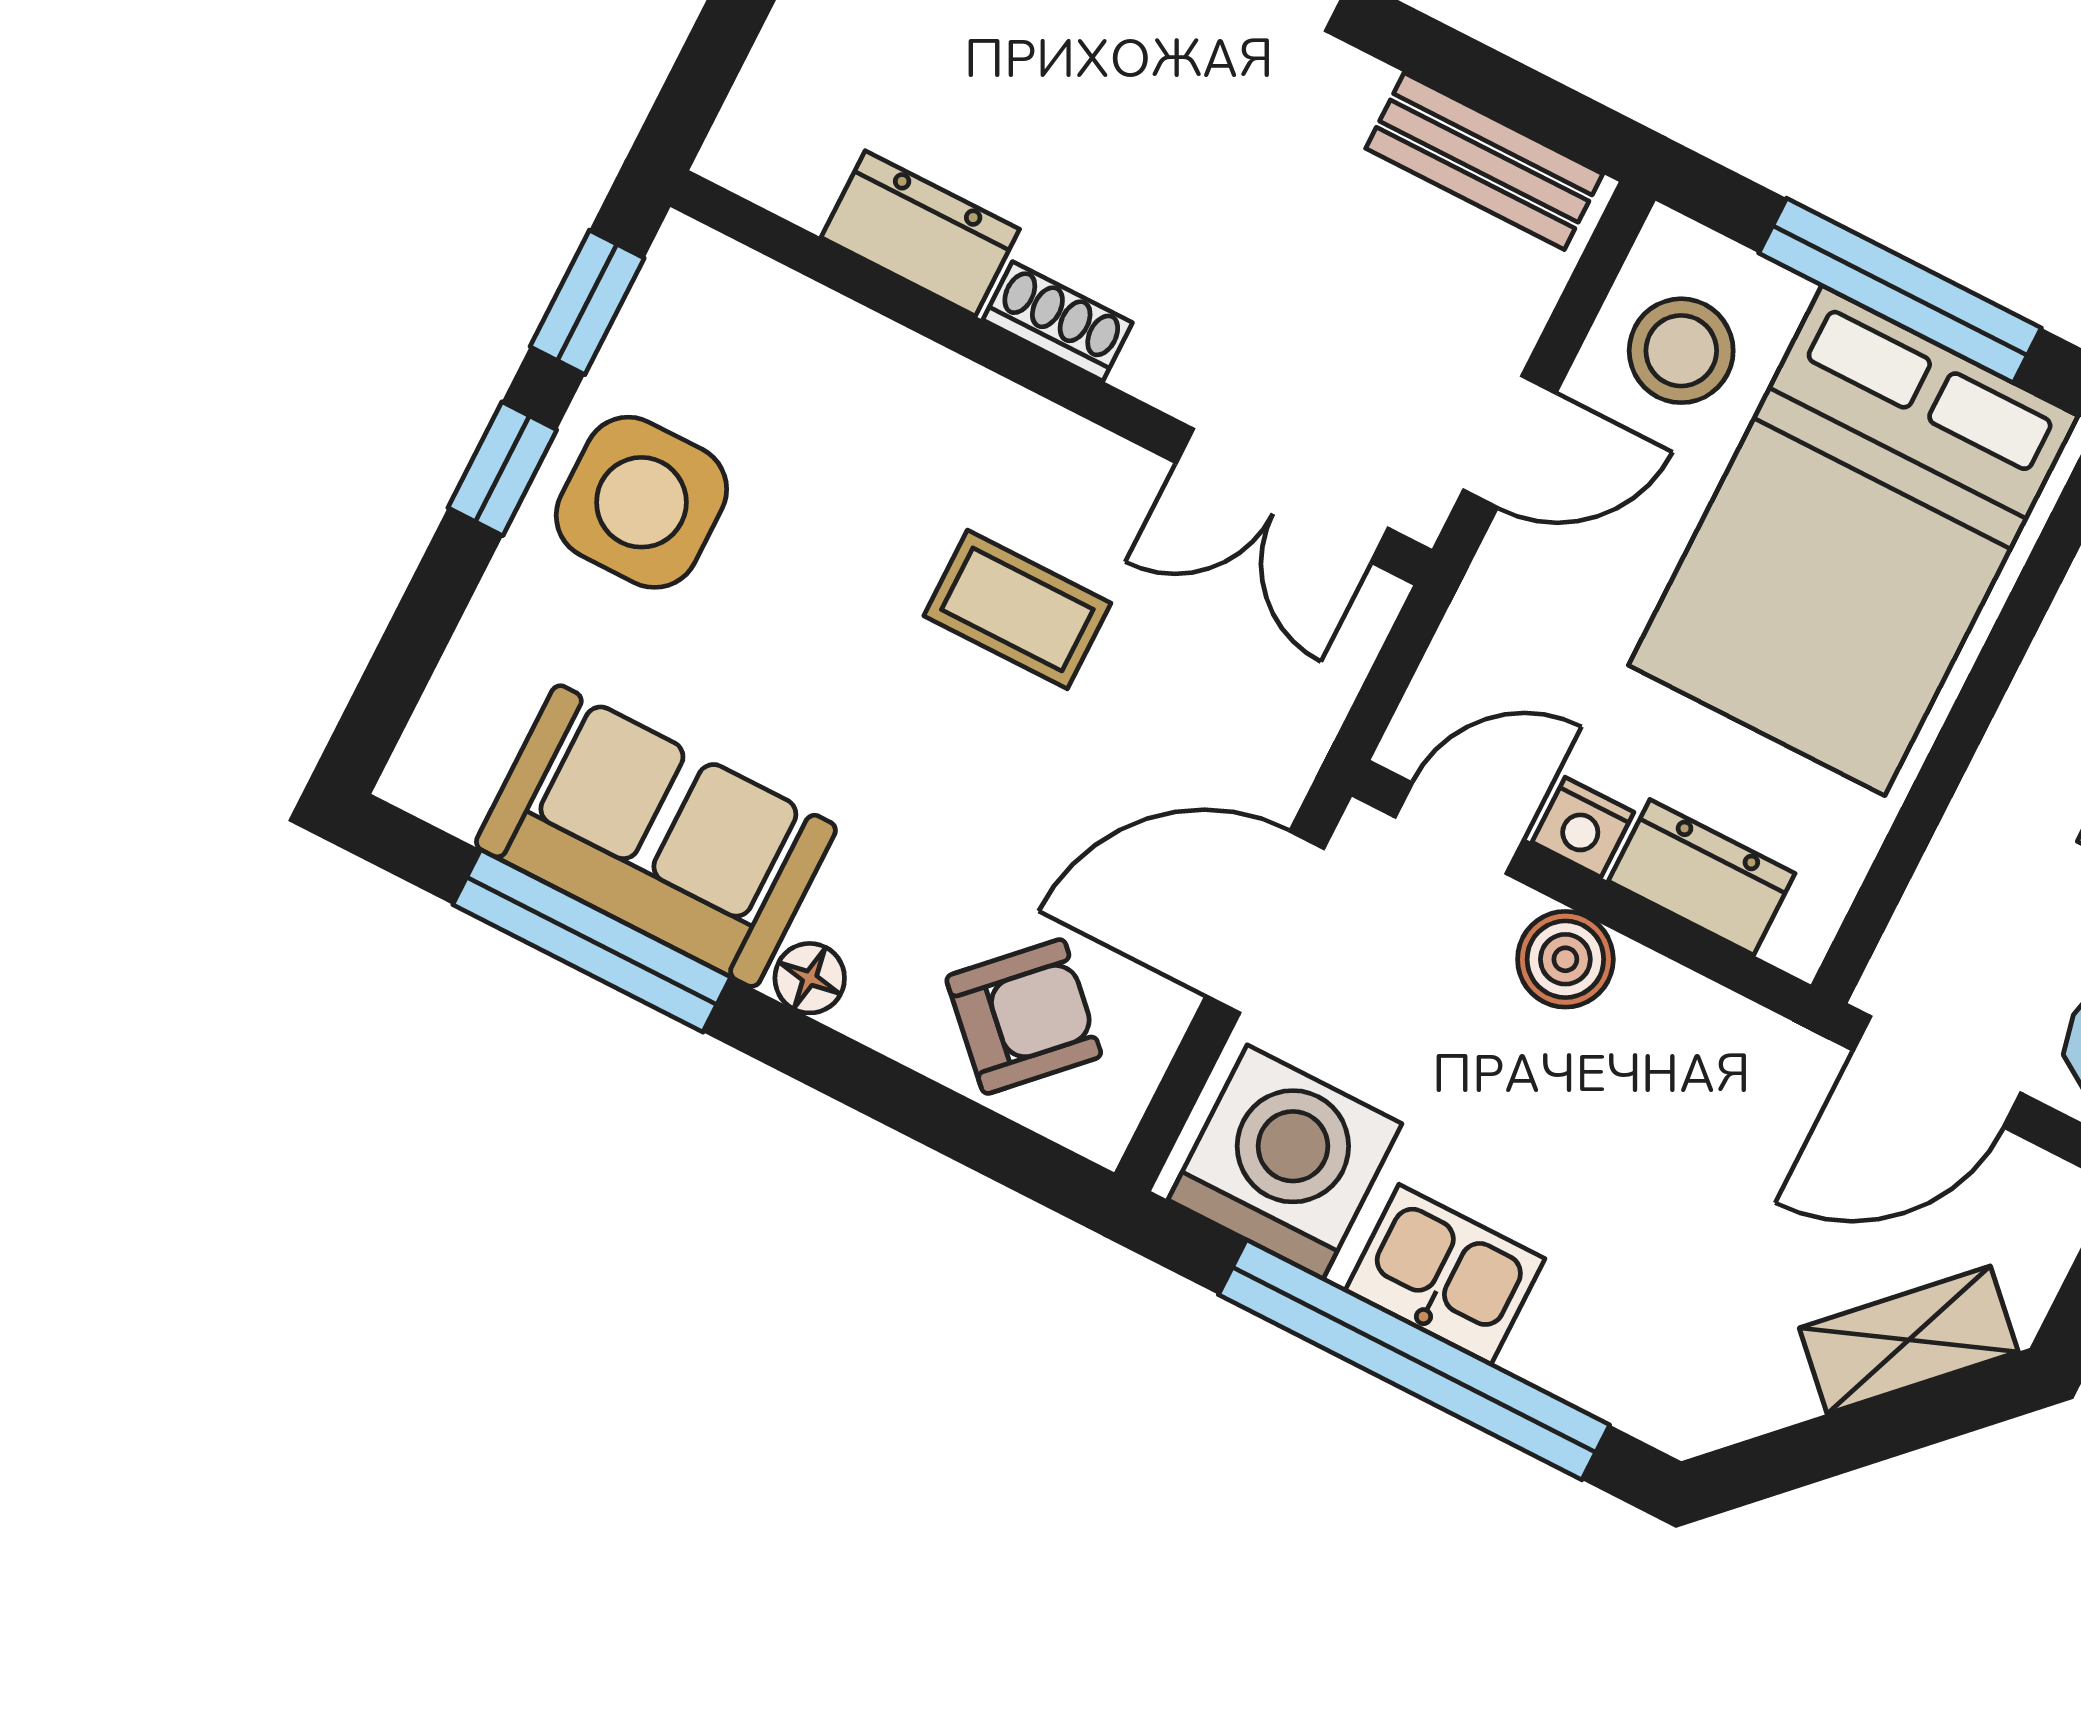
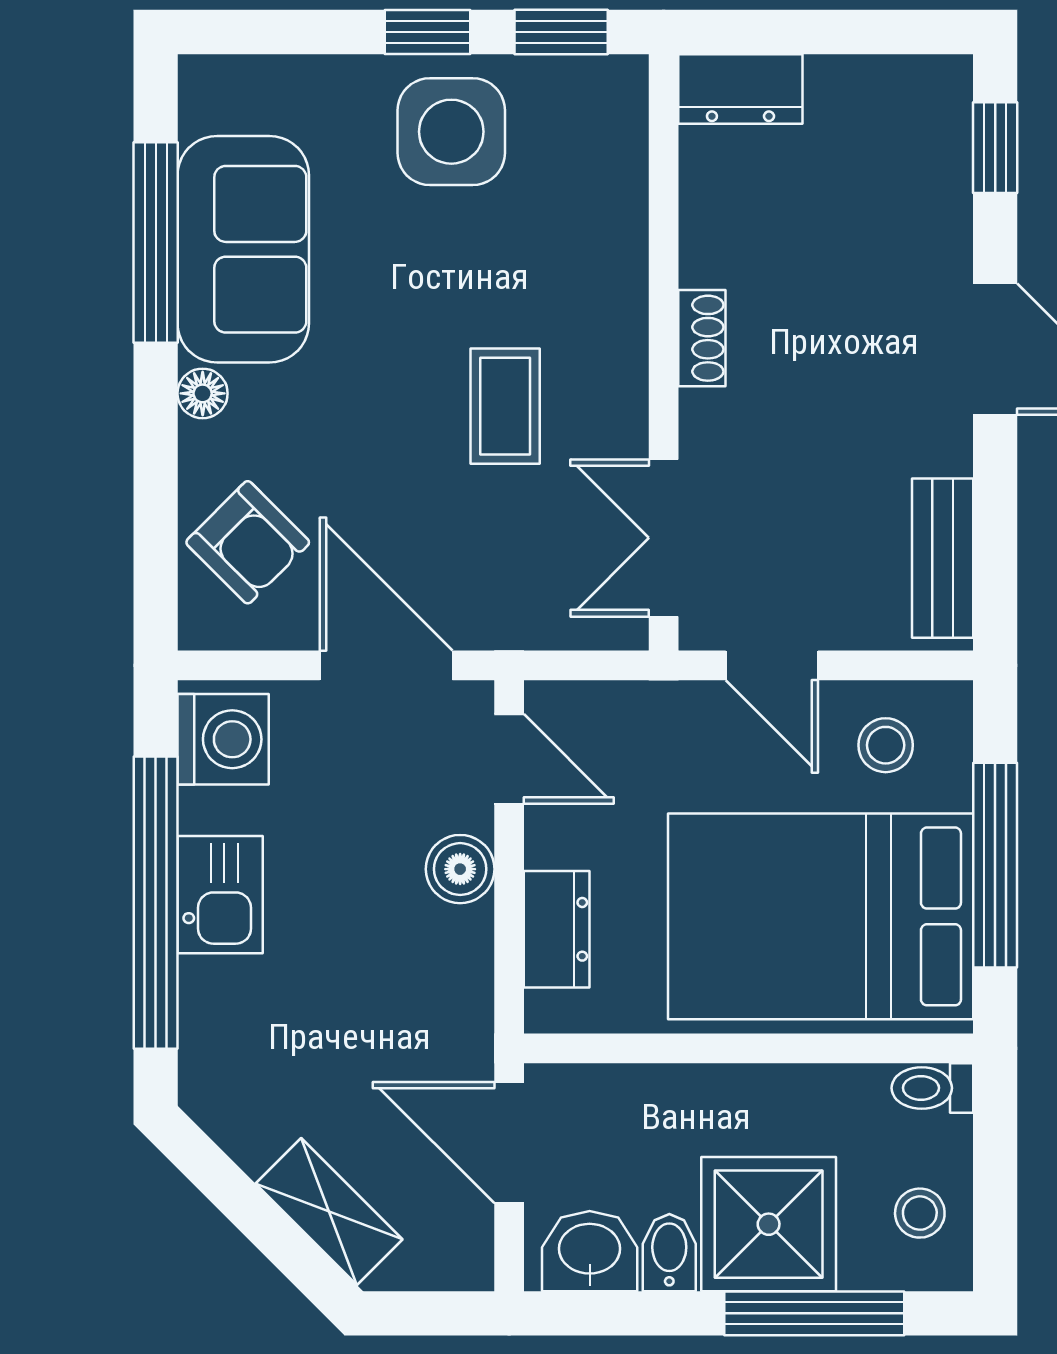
dresser: (920, 233) -> (740, 89), moved, turned 90
stool: (1681, 351) -> (886, 745), width x0.73, depth x0.73
nightstand: (1583, 827) -> (550, 837), removed
washing machine: (1285, 1162) -> (223, 739), width x0.73, depth x0.73

